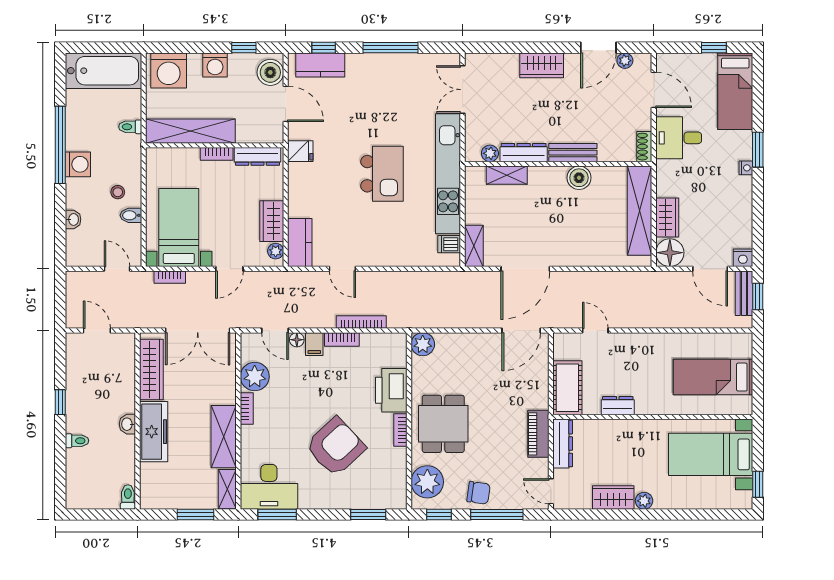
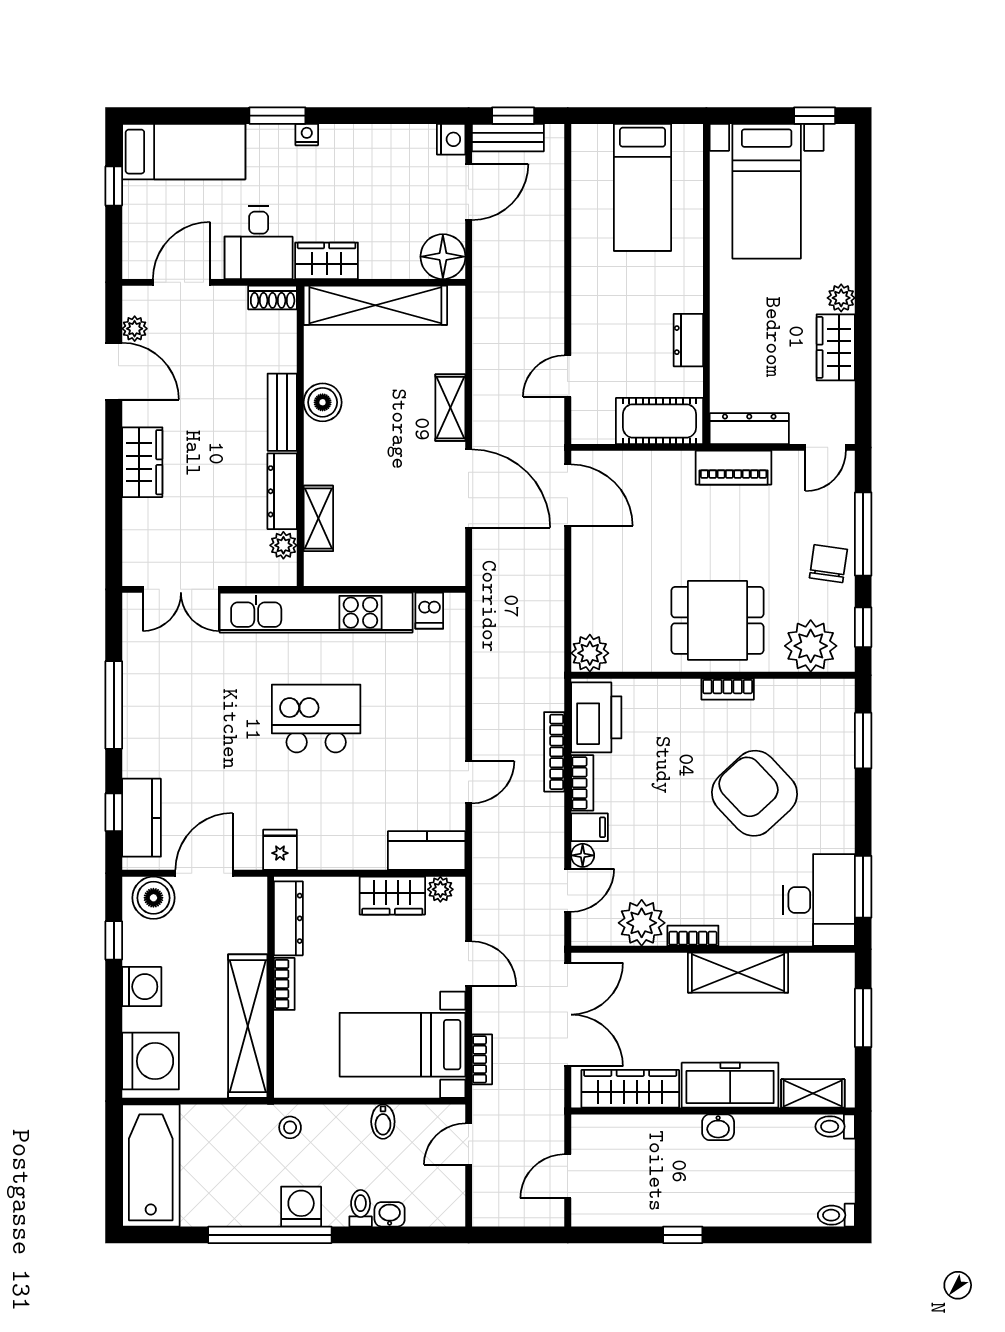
toilet: (130, 127) -> (361, 1208), moved, turned 180
stool: (118, 192) -> (290, 1127), moved
wardrobe: (667, 218) -> (327, 261), moved
shelving: (474, 246) -> (450, 408), moved, turned 90
printer: (391, 390) -> (596, 717), moved, turned -90
toilet: (77, 441) -> (836, 1215), moved, turned -90
shelving: (227, 489) -> (813, 1093), moved

